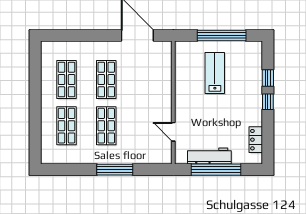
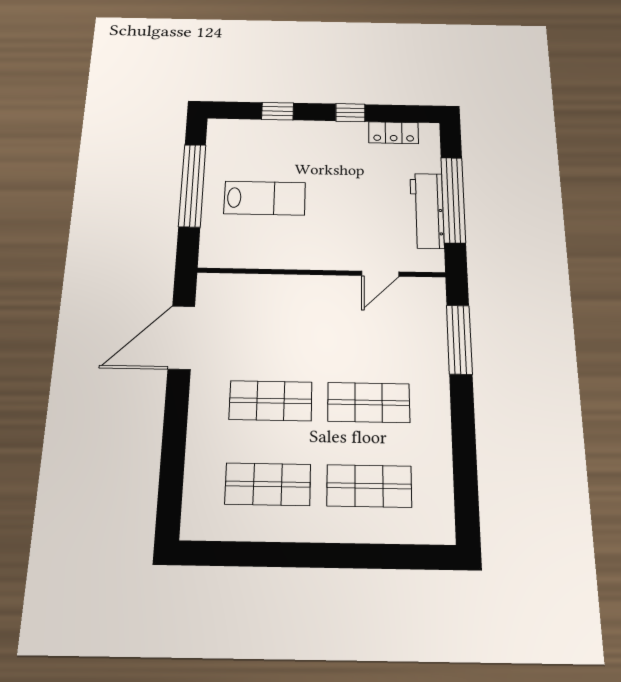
lab bench: (215, 73) -> (265, 198), turned 180
window: (268, 102) -> (350, 113), moved
window: (115, 170) -> (459, 340), moved

